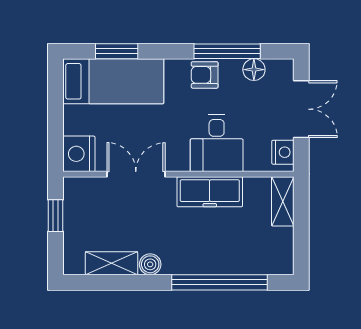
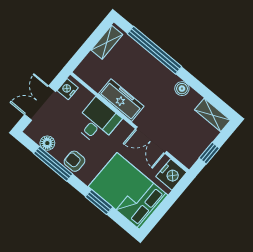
window: (117, 51) -> (99, 202), moved
armchair: (205, 75) -> (74, 161), turned 180
bed: (113, 81) -> (128, 191), width x1.50
shelving: (283, 201) -> (107, 42), moved
shelving: (112, 263) -> (213, 115), moved

